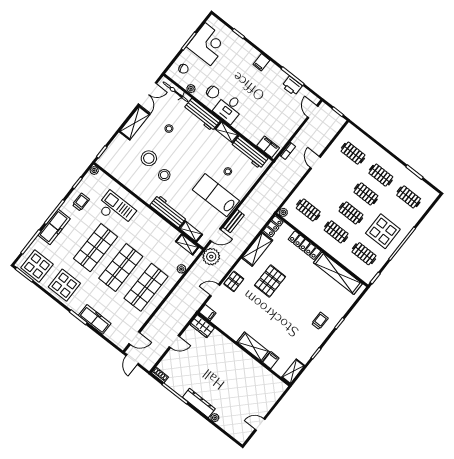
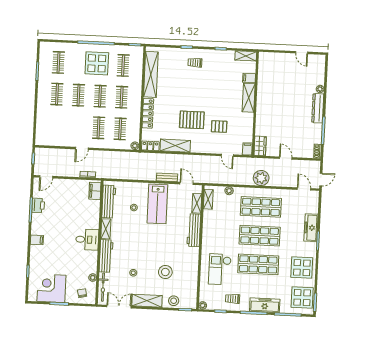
chair: (213, 92) -> (84, 260), removed
clothes rail: (353, 153) -> (99, 128), moved
stool: (164, 175) -> (174, 301), moved
plant: (211, 257) -> (261, 178), moved
pallet: (234, 281) -> (219, 127), moved

